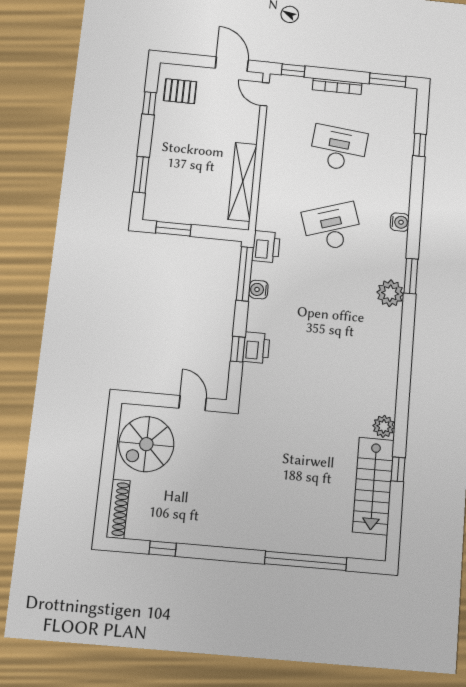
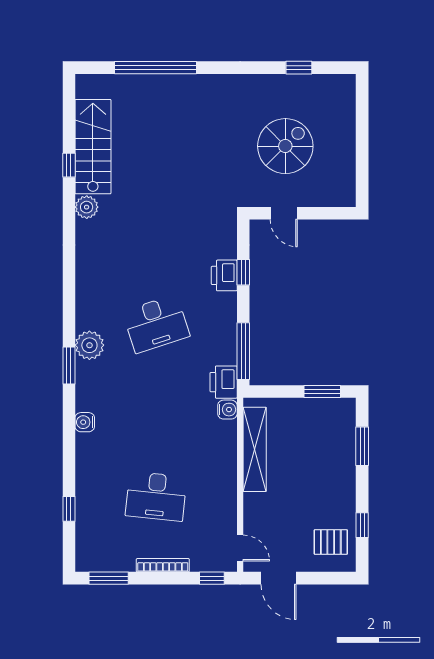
desk: (332, 227) -> (156, 324), moved
water cooler: (259, 290) -> (227, 410), moved
spiral stairs: (146, 444) -> (285, 146), moved
shoe rack: (118, 509) -> (347, 102), removed

